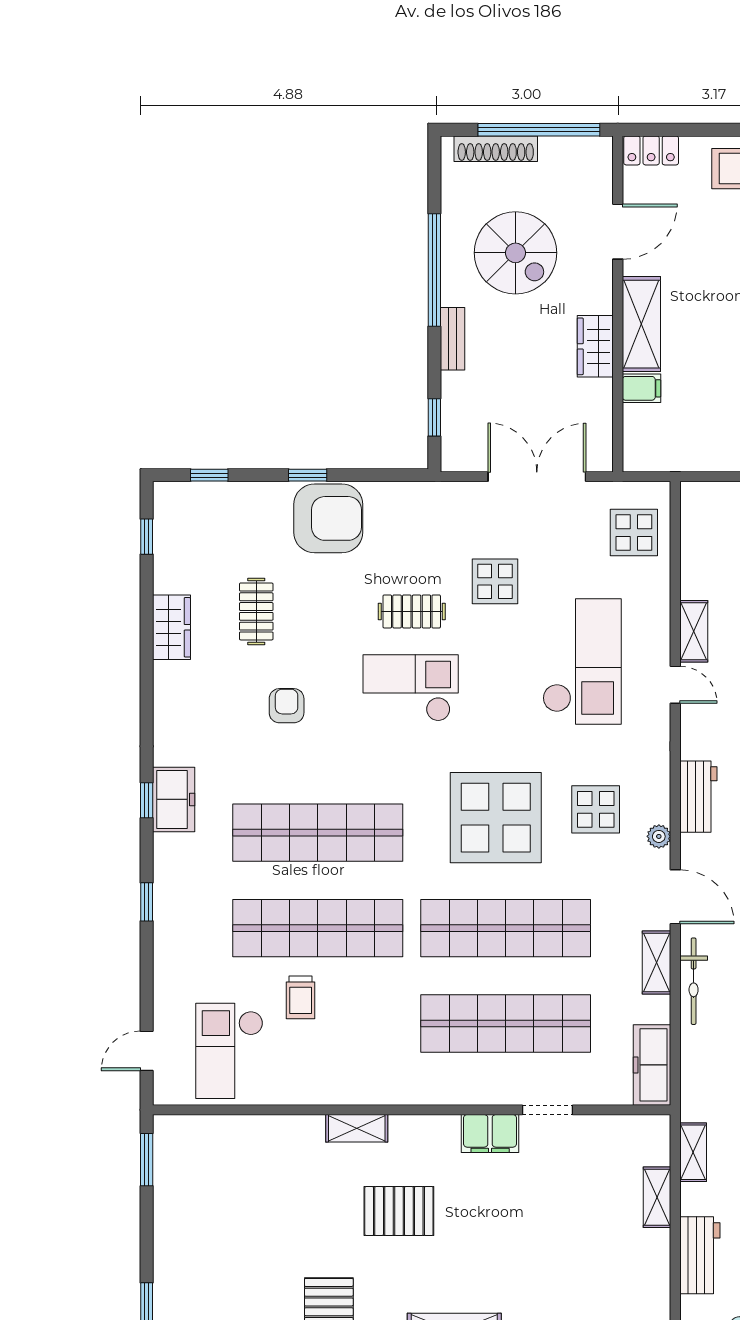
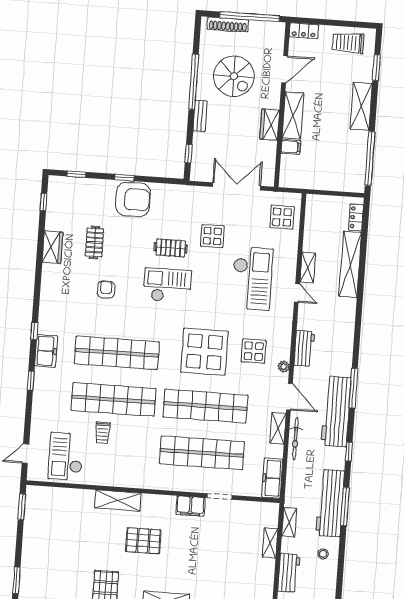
freezer: (174, 799) -> (46, 351), moved
shelving: (357, 1128) -> (118, 500), width x1.50, depth x1.33

